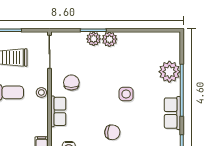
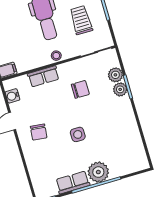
plant: (109, 39) -> (115, 75), moved
plant: (169, 72) -> (98, 172), moved
chair: (71, 82) -> (80, 89), moved

